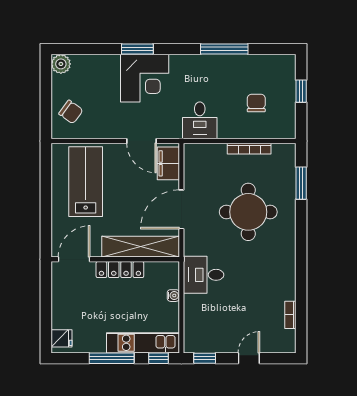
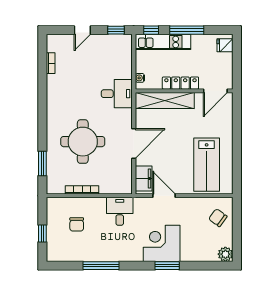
shelving: (141, 247) -> (165, 100), moved
door: (74, 259) -> (215, 91), moved
wall: (115, 259) -> (184, 91), moved
locker: (120, 270) -> (180, 83), moved

